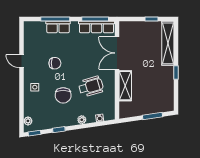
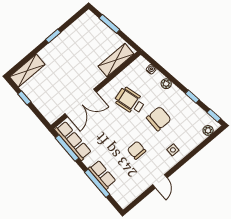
shelving: (168, 43) -> (27, 71), width x0.68
shelving: (125, 86) -> (116, 60), moved

